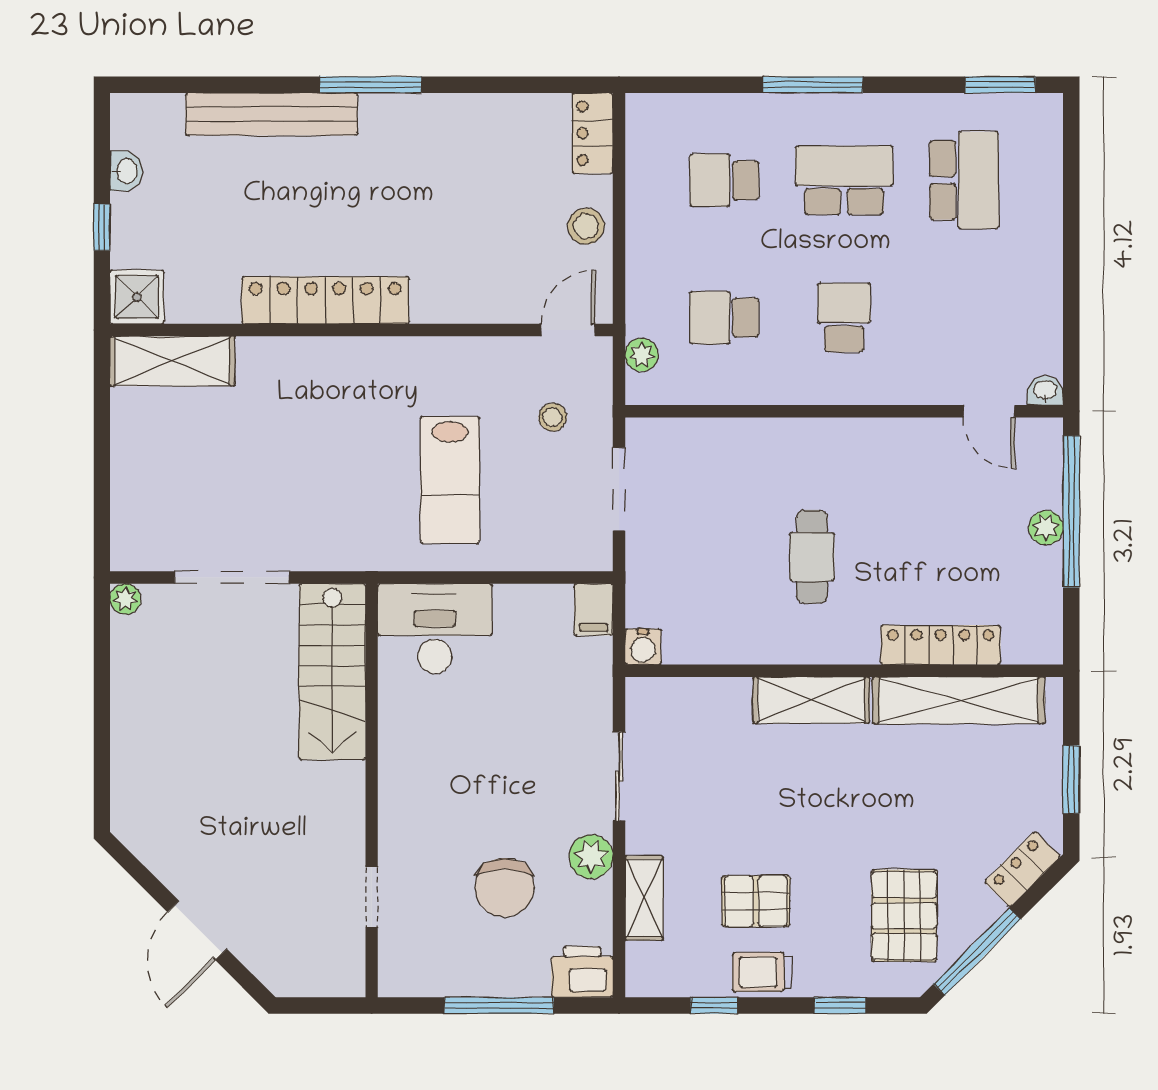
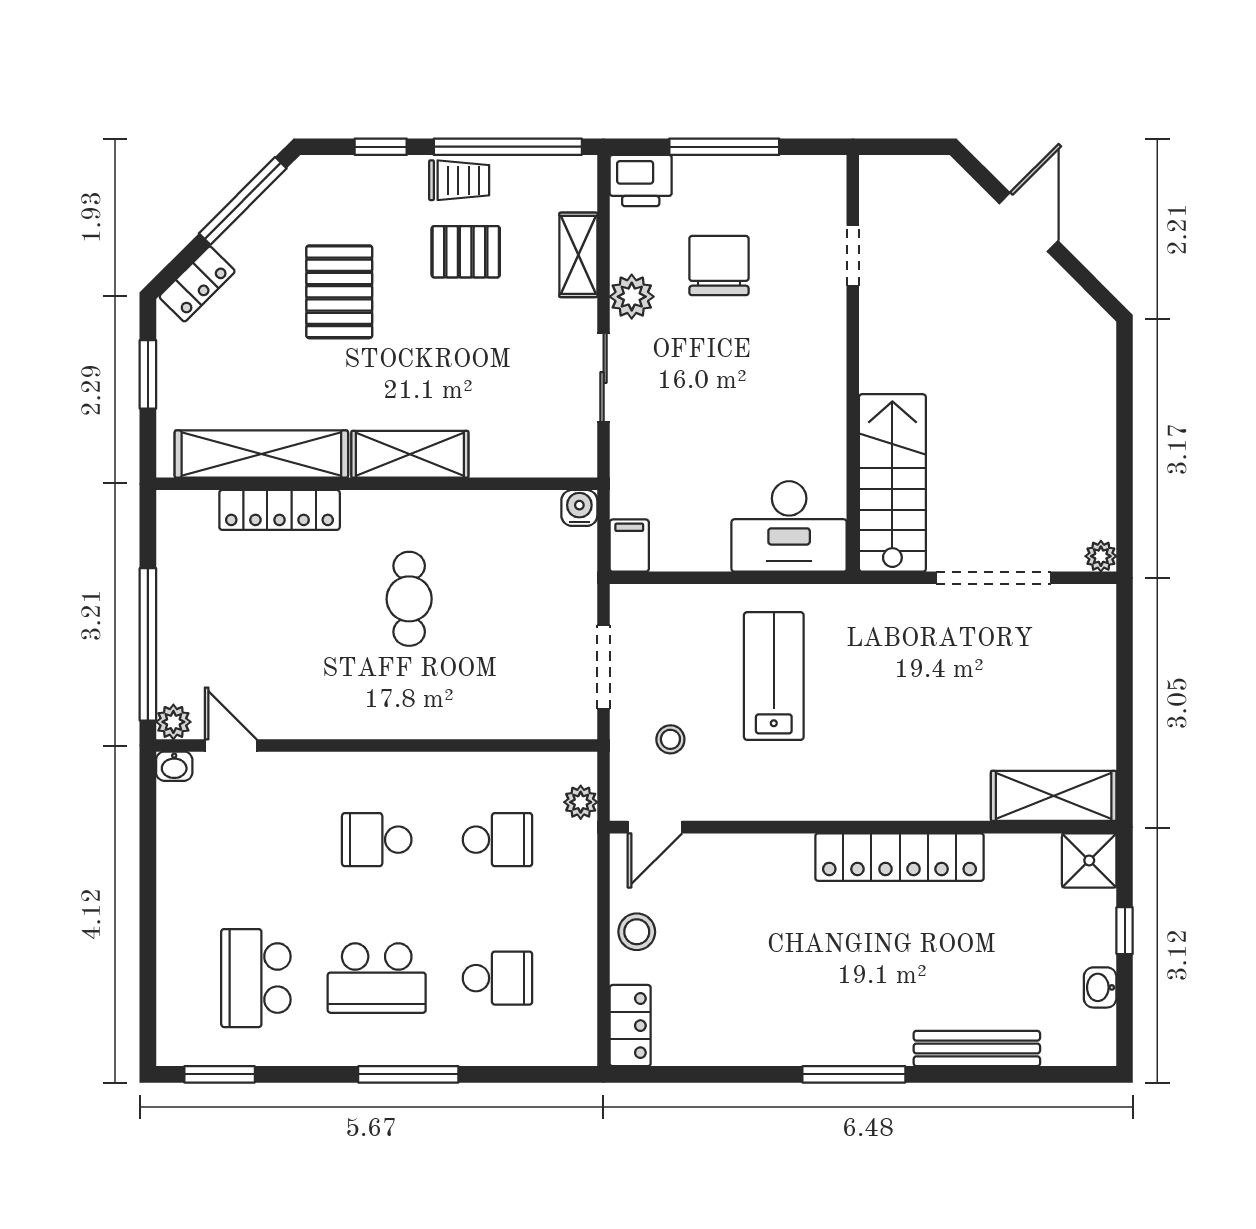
bench: (271, 114) -> (977, 1048), width x0.73, depth x0.82
school desk: (844, 318) -> (377, 840), turned 90
plant: (1046, 528) -> (173, 722), moved
pallet: (904, 916) -> (339, 292), moved
window: (714, 1005) -> (508, 147), width x3.17

